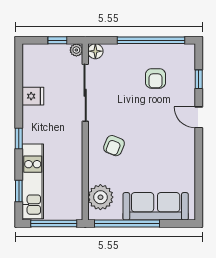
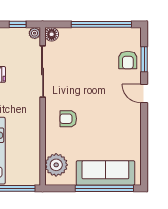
armchair: (155, 78) -> (128, 60), moved
window: (199, 79) -> (144, 59), width x1.50
armchair: (114, 146) -> (68, 119), turned 68
window: (127, 224) -> (104, 188), moved

